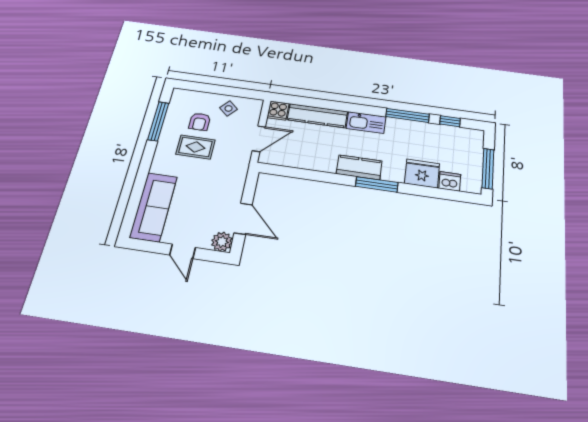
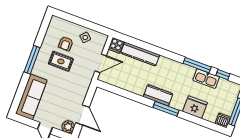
window: (158, 121) -> (32, 60), moved
kitchen sink: (366, 123) -> (206, 79), moved
dishwasher: (450, 181) -> (223, 120), moved

